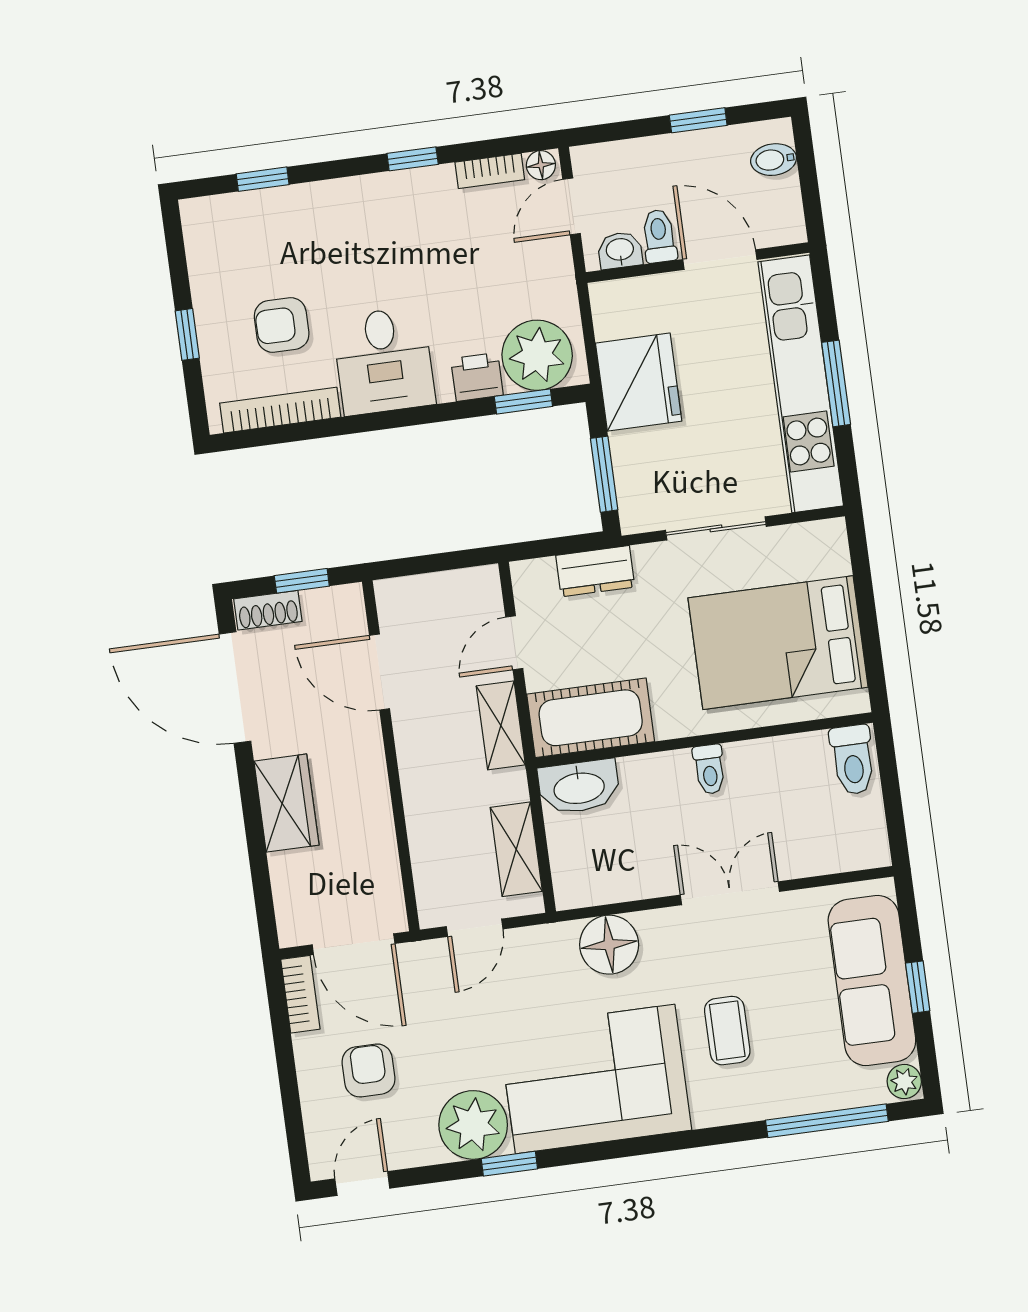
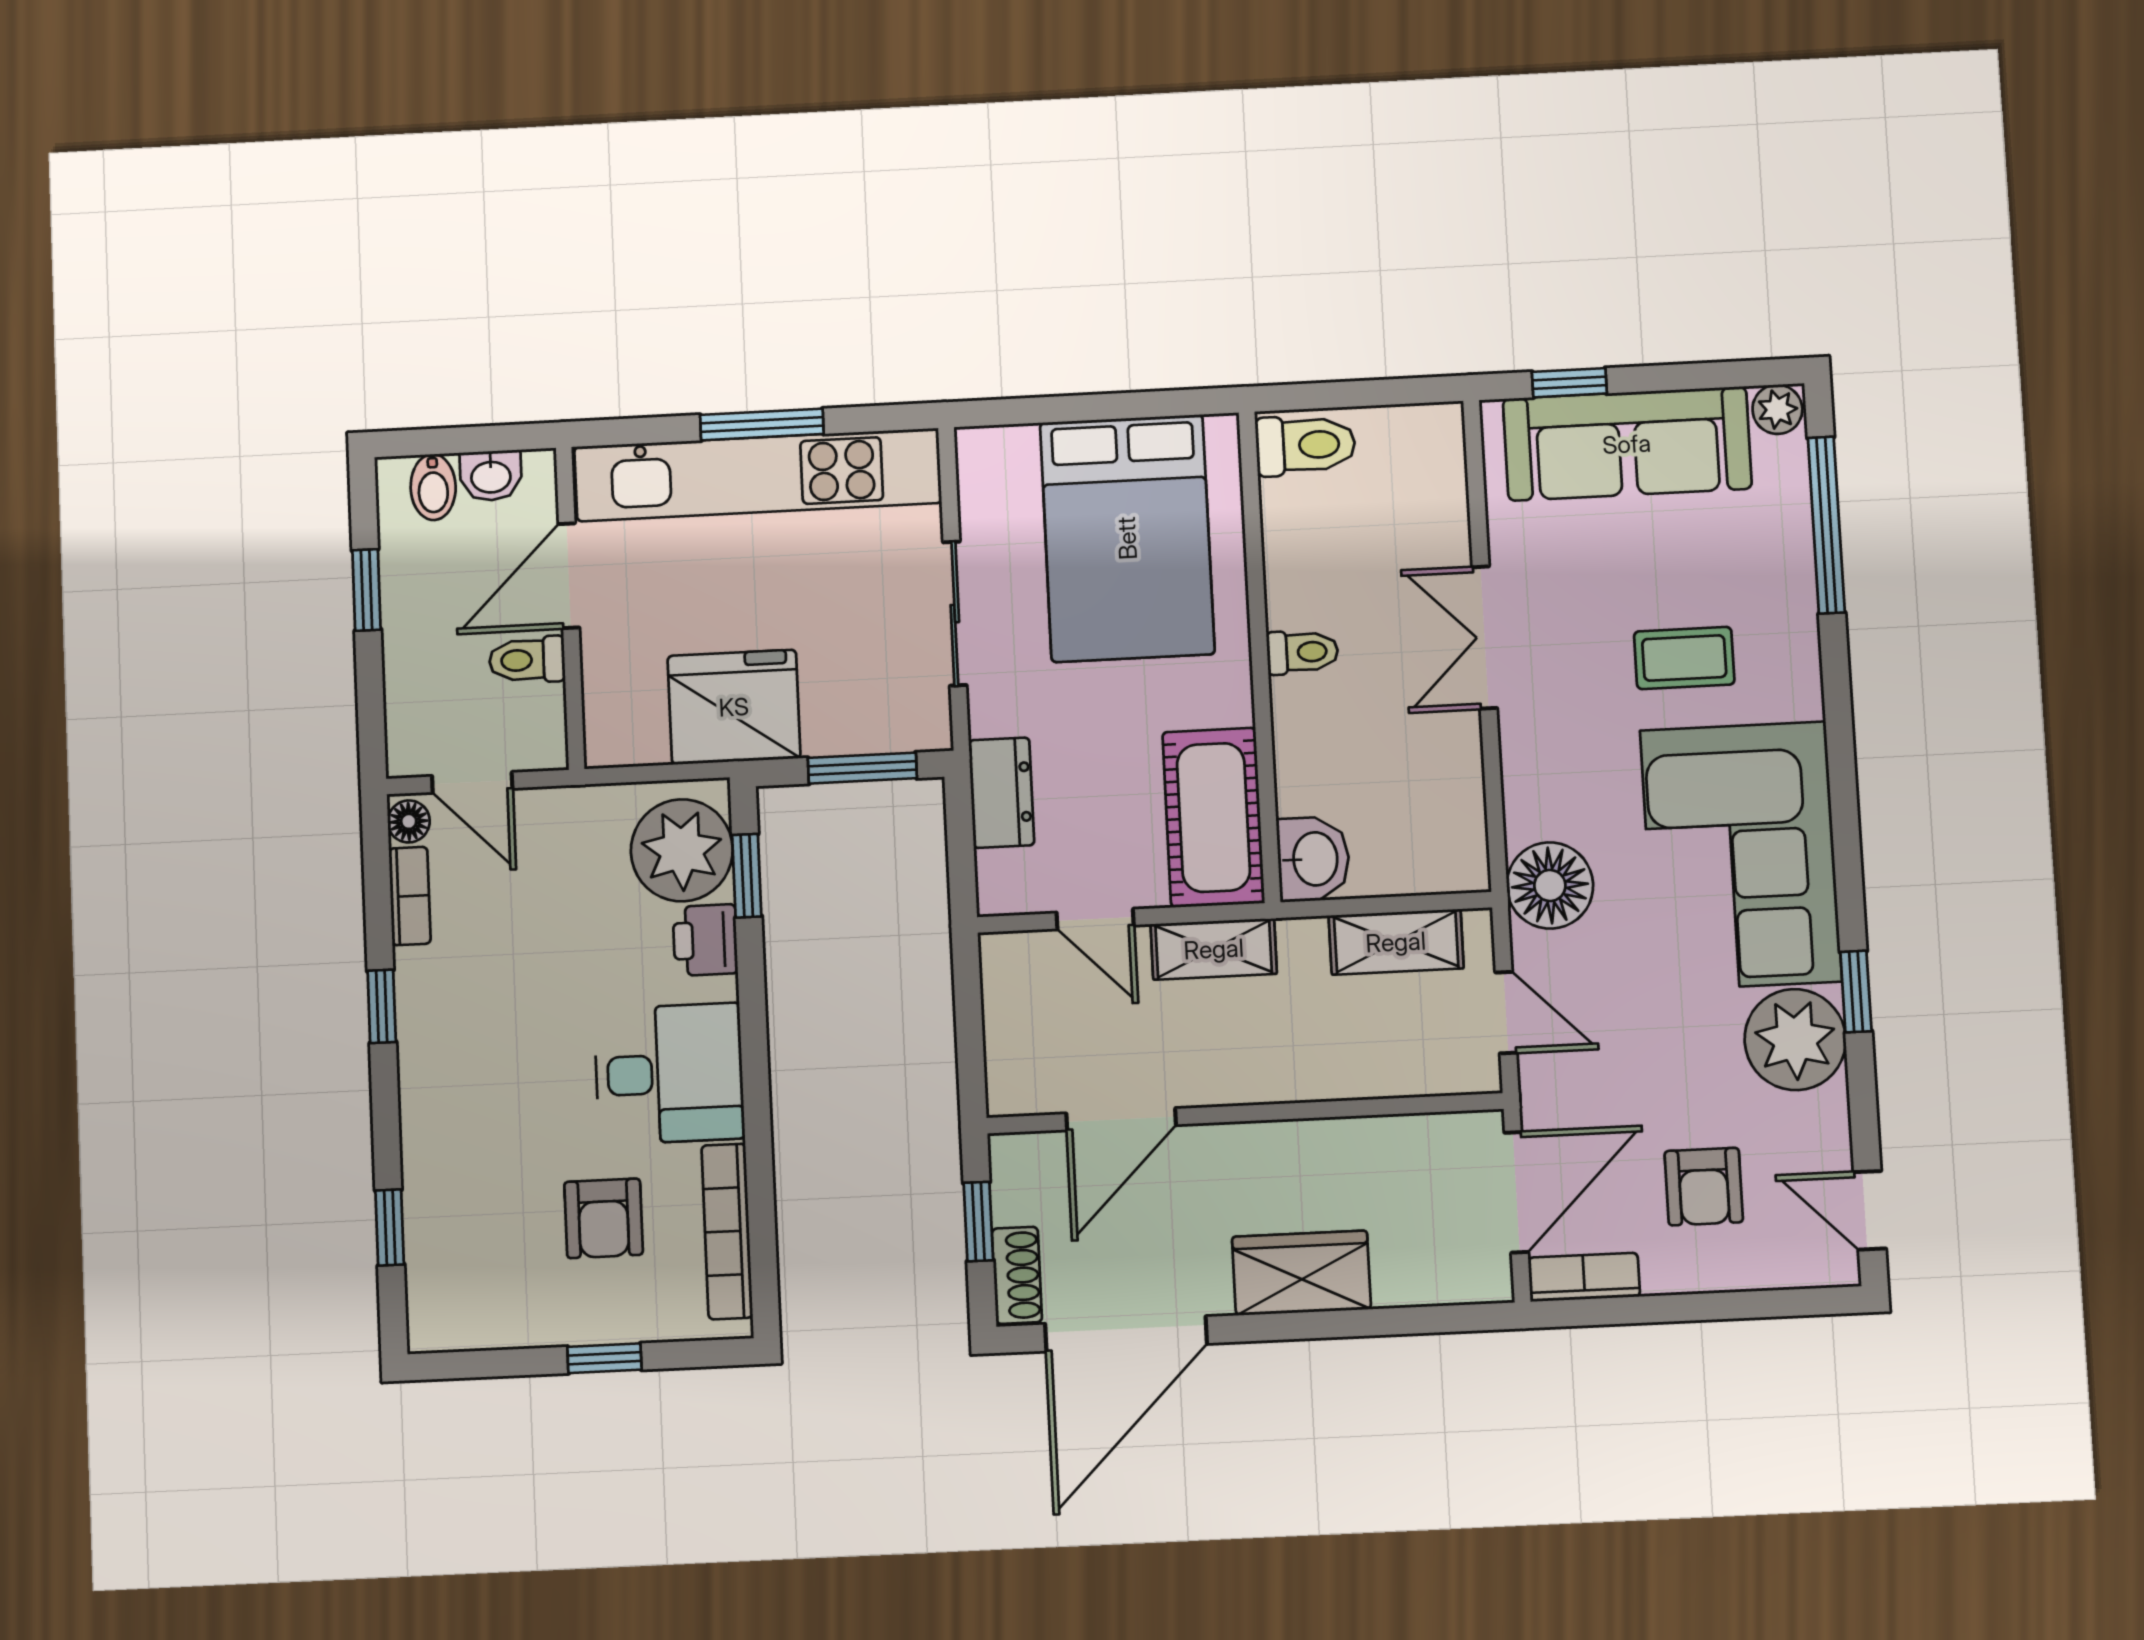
washbasin: (620, 250) -> (491, 476), moved, turned -90
washbasin: (579, 787) -> (1313, 859), width x0.72
floor lamp: (609, 945) -> (1550, 885), moved
window: (918, 987) -> (1569, 383), moved
armchair: (368, 1070) -> (1704, 1187), turned -90

